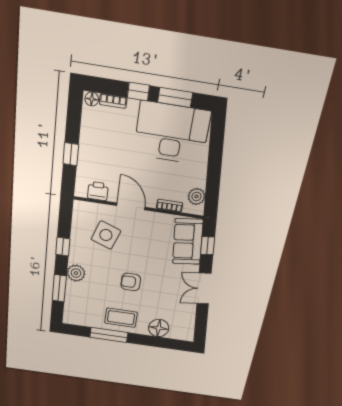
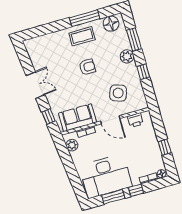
window: (71, 154) -> (165, 147), moved
sofa: (188, 242) -> (78, 118), moved, turned -83
floor lamp: (159, 328) -> (111, 24), moved

